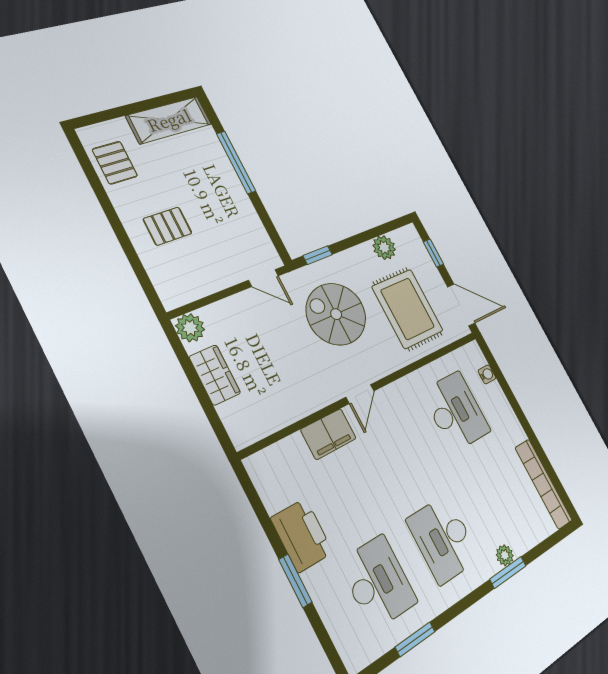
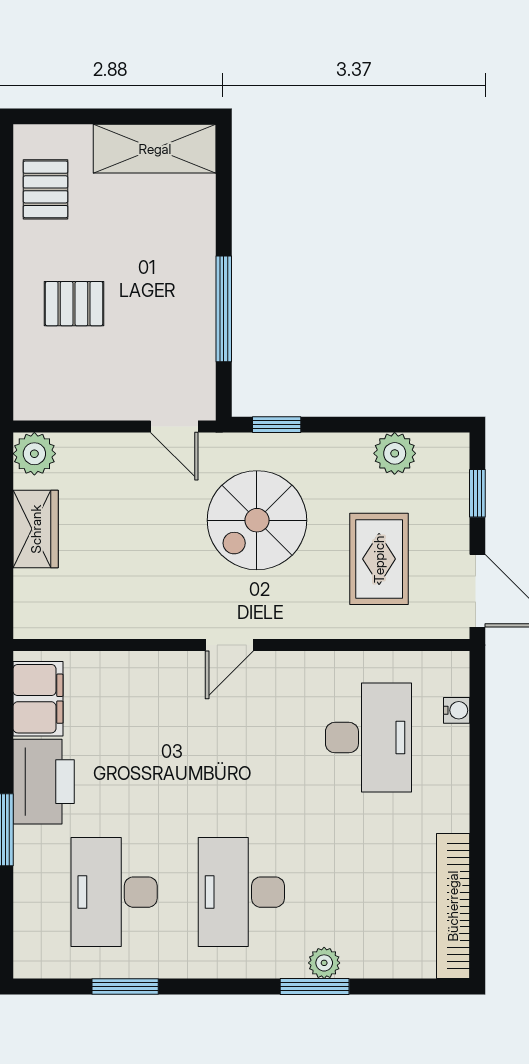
window: (236, 162) -> (224, 309), moved
rug: (408, 309) -> (379, 559), width x0.73, depth x0.70
spiral stairs: (336, 314) -> (257, 520), turned -90
filing cabinet: (328, 434) -> (38, 699), moved, turned -90
desk: (378, 582) -> (114, 892), turned 180

